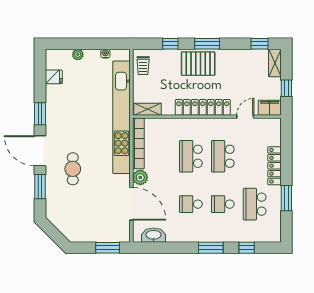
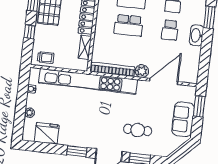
fridge: (54, 77) -> (47, 133), width x1.88, depth x1.34
shelving: (148, 109) -> (85, 47), moved
cafe table: (73, 169) -> (138, 130), moved
sofa: (91, 231) -> (183, 119), added
washbasin: (154, 235) -> (196, 35), moved

